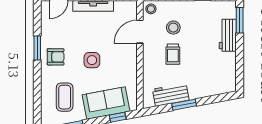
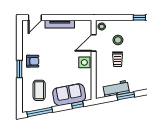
window: (37, 48) -> (19, 69), moved
side table: (92, 60) -> (84, 62), moved

